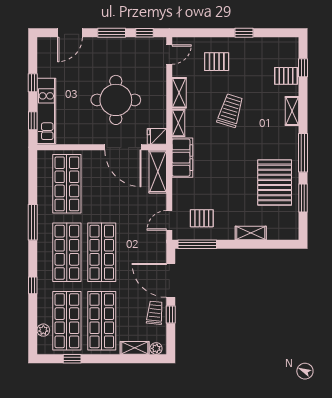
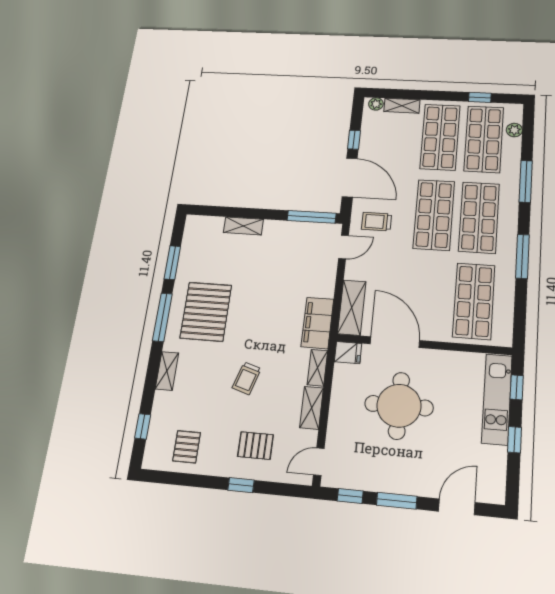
window: (244, 33) -> (241, 485), moved
pallet: (286, 76) -> (187, 447), moved, turned 90
trolley: (230, 111) -> (247, 378), width x0.73, depth x0.72
pallet: (275, 182) -> (206, 312), moved
pallet: (202, 218) -> (302, 247), removed
window: (33, 285) -> (526, 181), width x2.17
trolley: (155, 313) -> (377, 222), moved, turned 84

